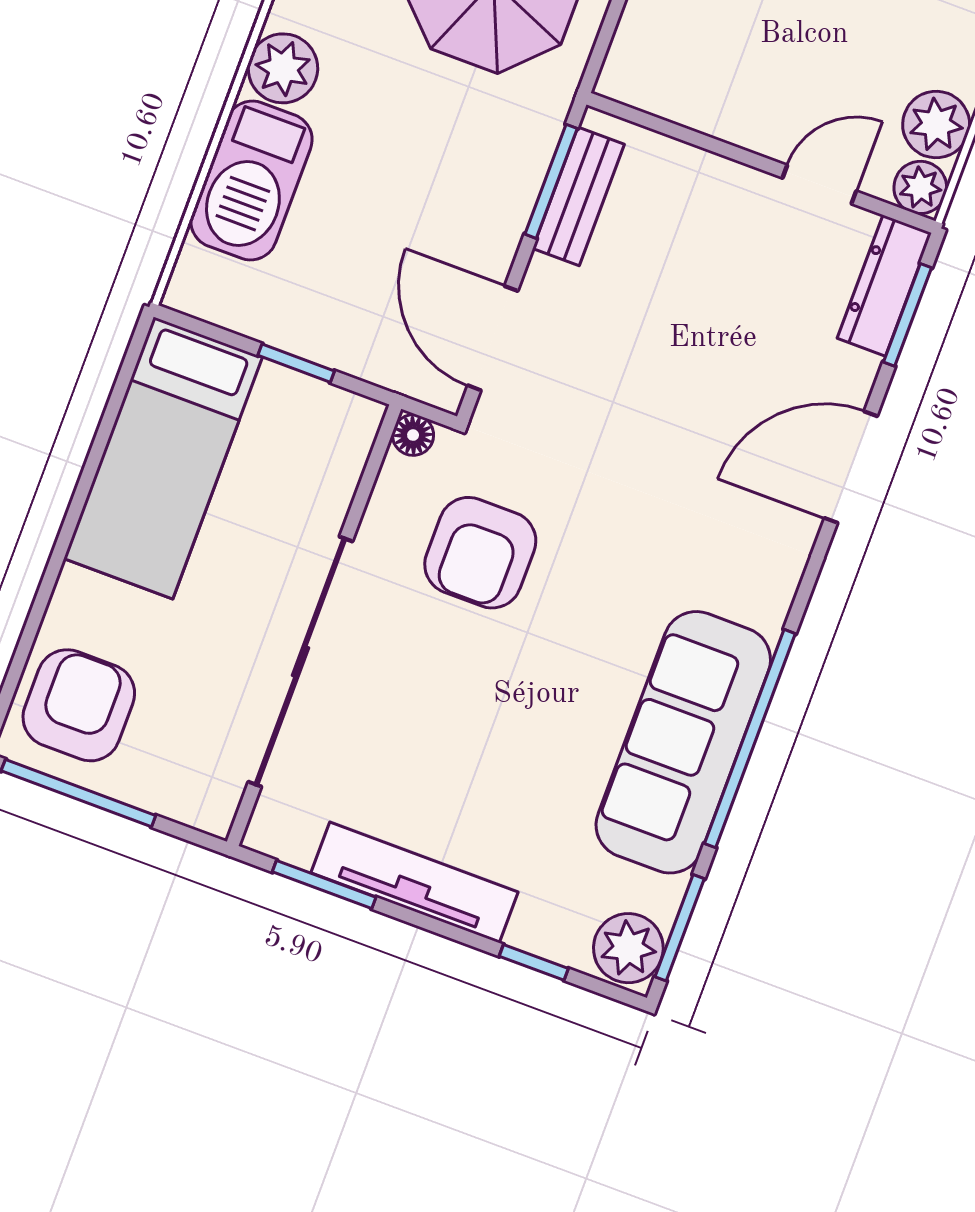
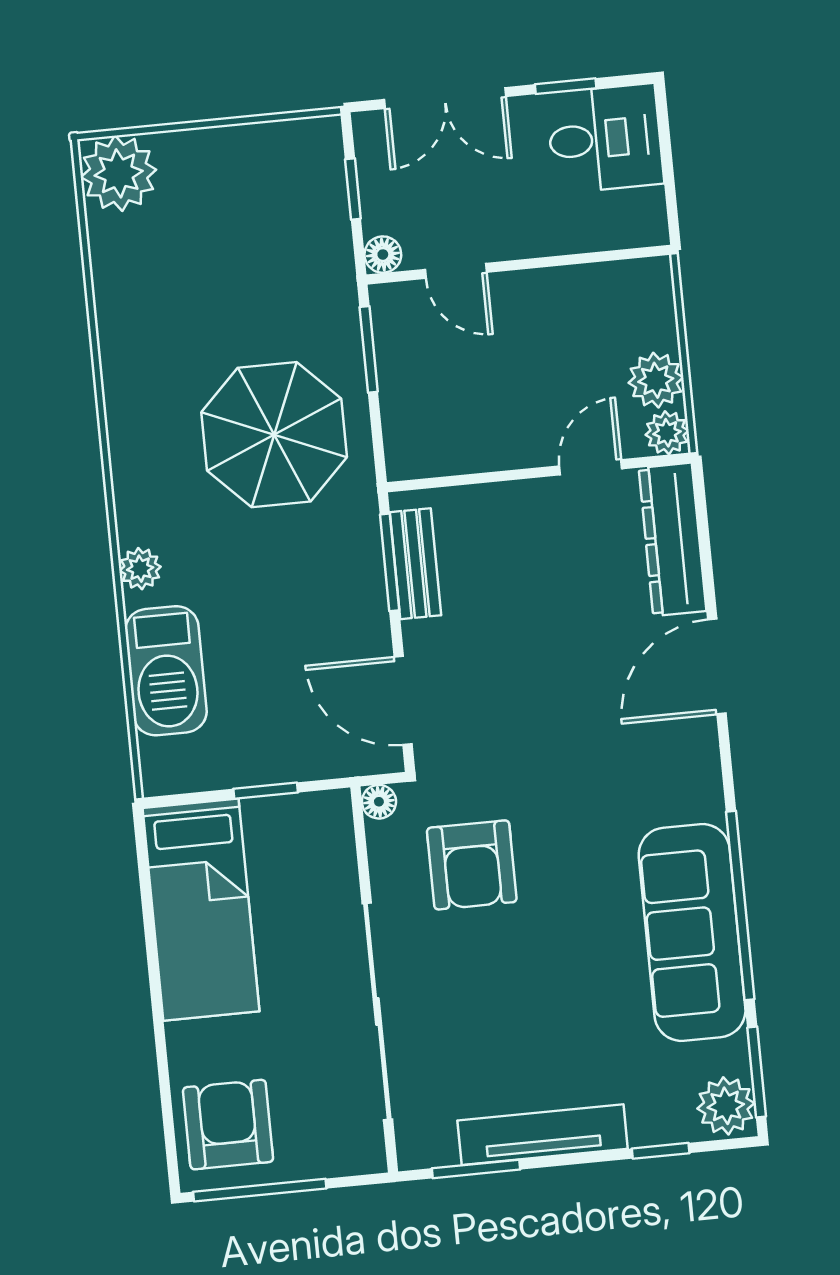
plant: (283, 68) -> (140, 569), width x0.73, depth x0.73
dresser: (884, 286) -> (673, 539), width x1.37, depth x1.24
window: (907, 315) -> (704, 532), removed

